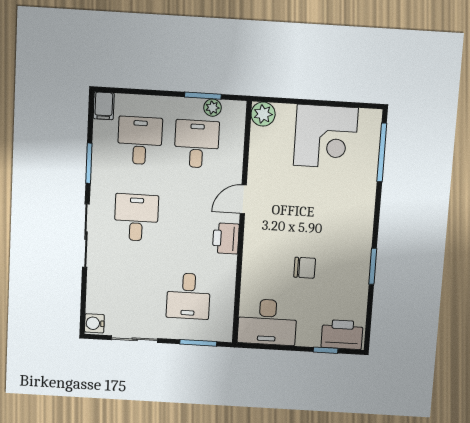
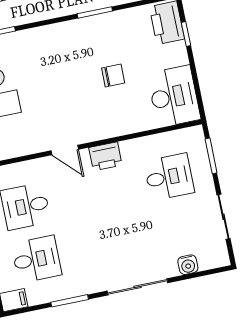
desk: (140, 141) -> (36, 259), turned 180
desk: (136, 217) -> (108, 245), removed
chair: (305, 268) -> (113, 76), turned 90
water cooler: (94, 323) -> (188, 265), moved

